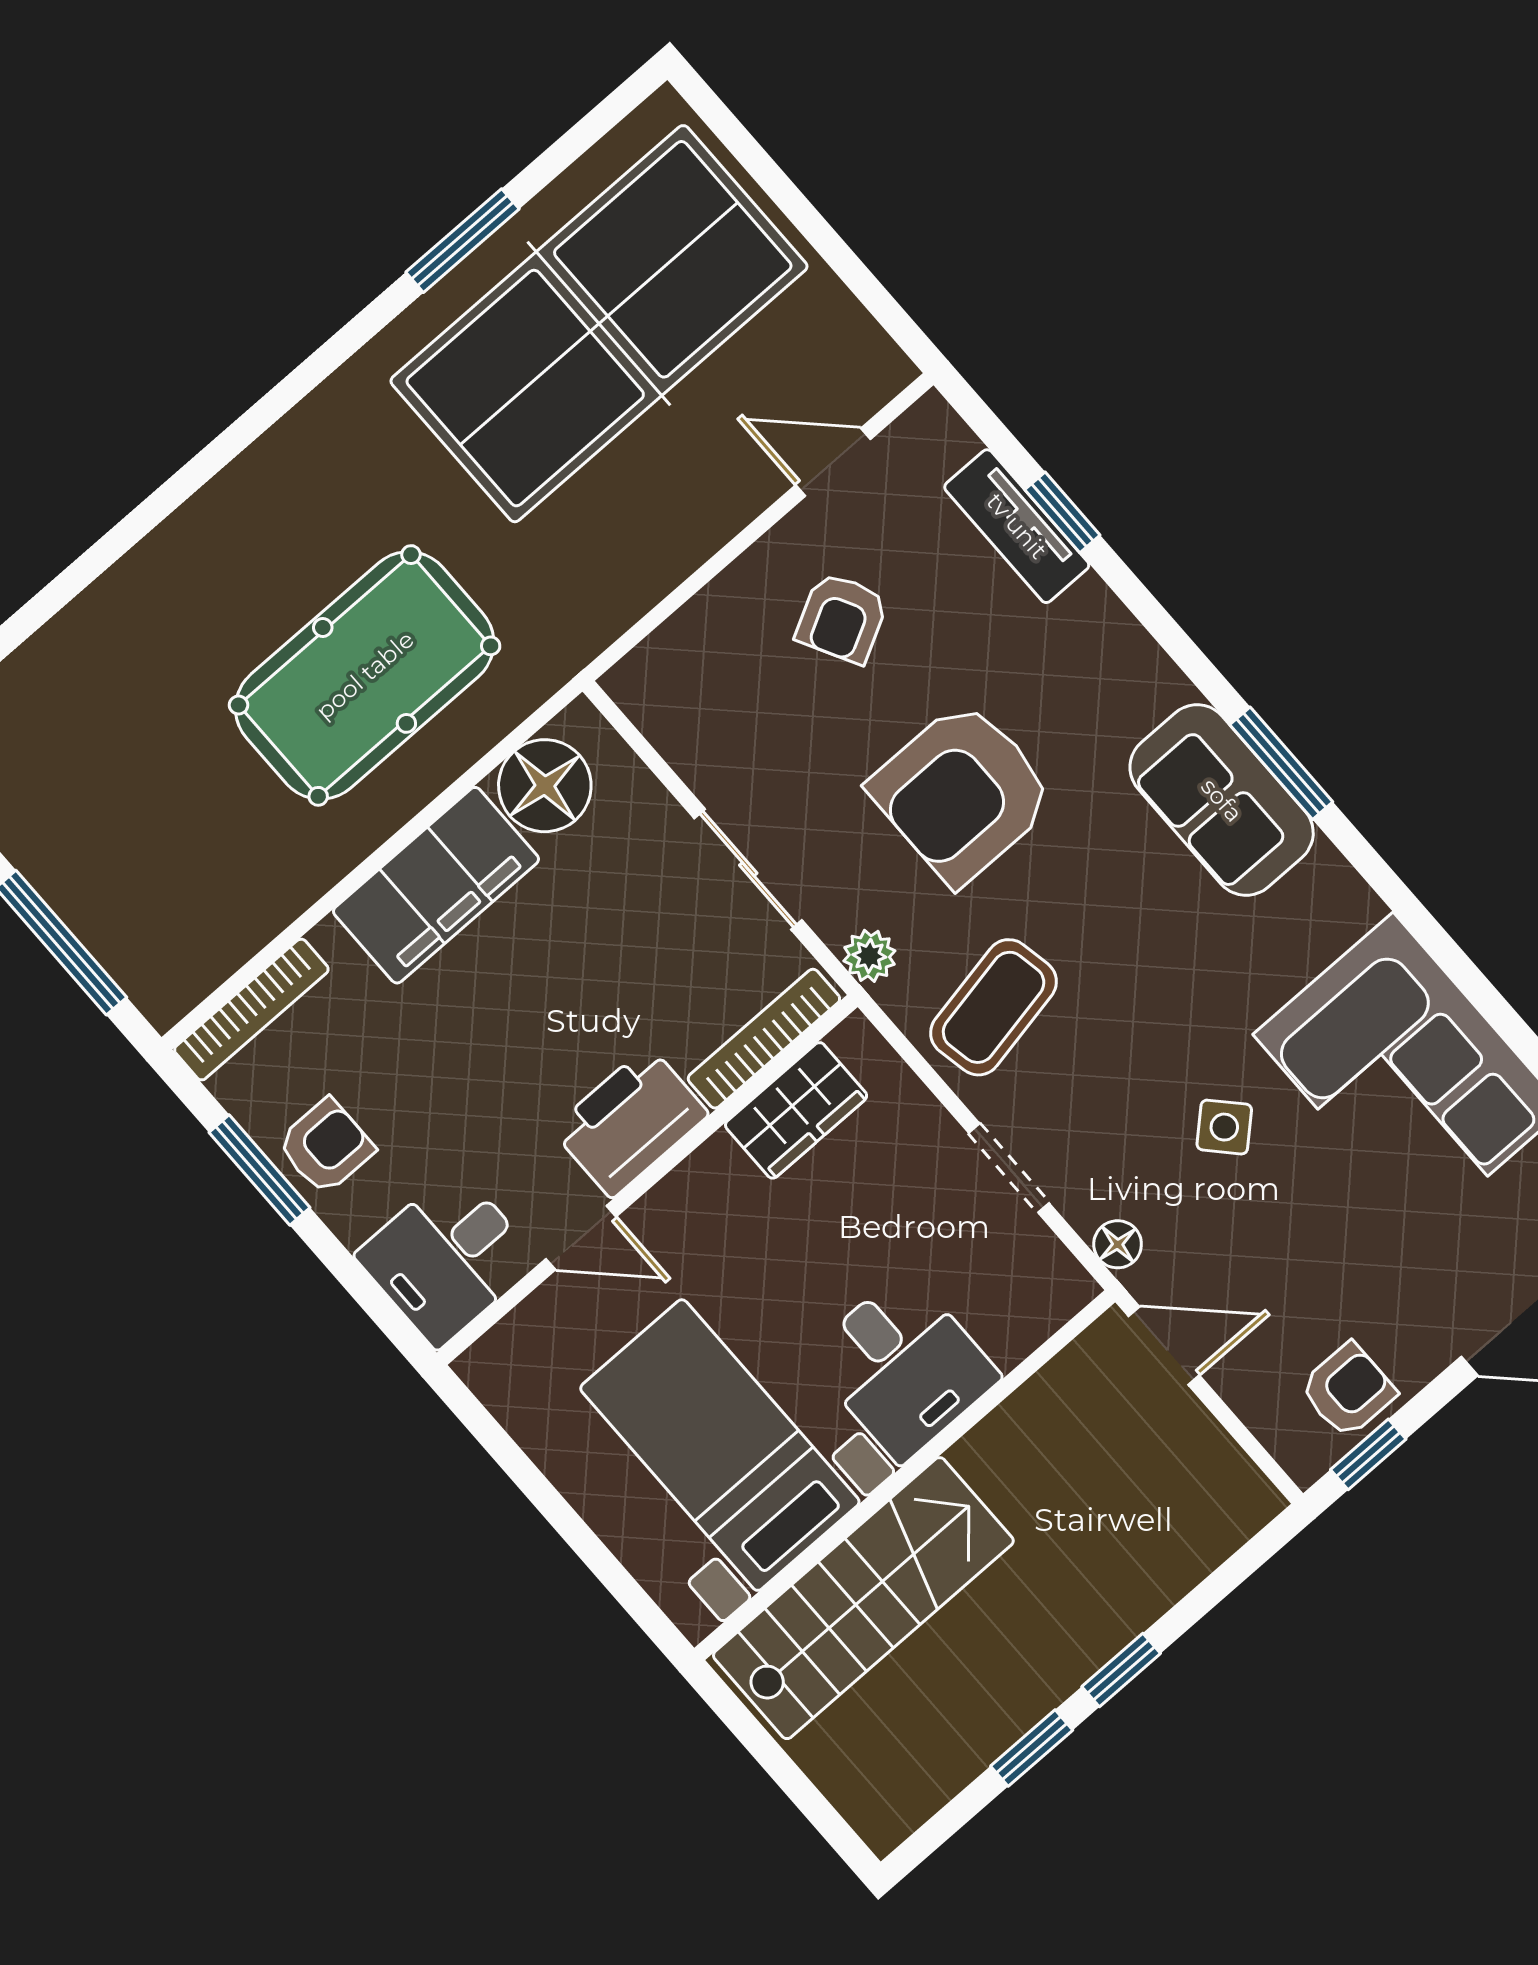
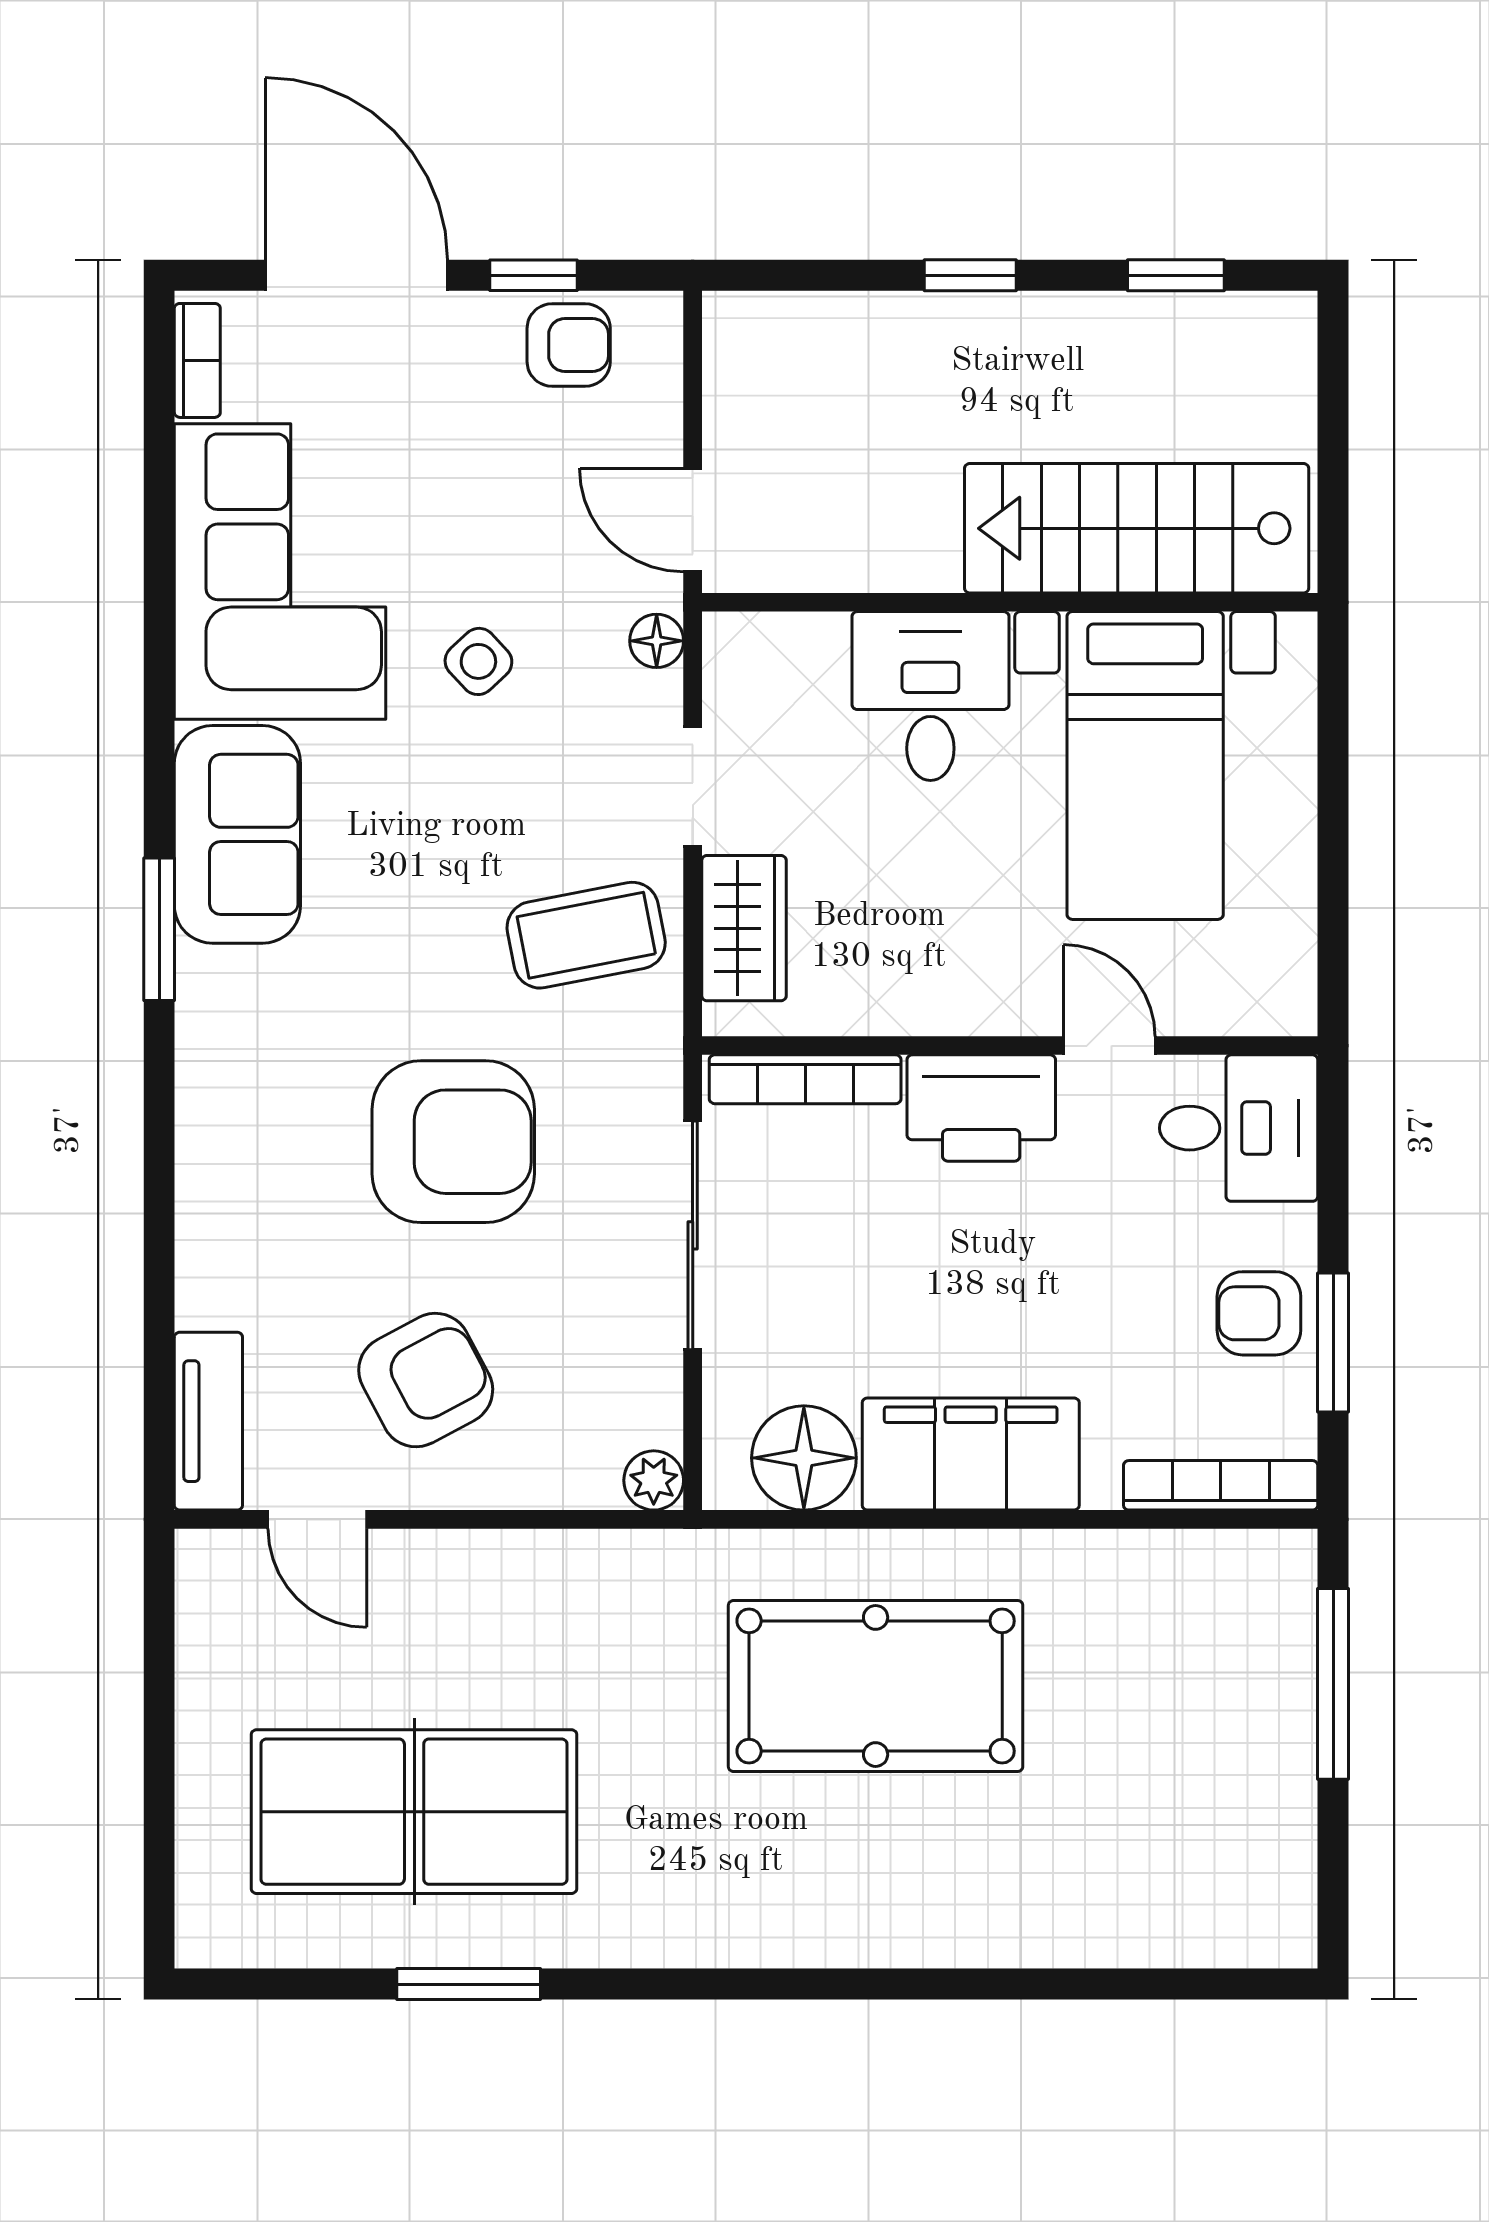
table tennis table: (599, 324) -> (414, 1812), width x0.73, depth x0.76
window: (1062, 512) -> (159, 1306), removed
tv unit: (1017, 526) -> (208, 1421), moved
armchair: (842, 618) -> (426, 1380), width x1.38, depth x1.38
sofa: (1222, 800) -> (237, 834), moved
sliding door: (748, 869) -> (693, 1235), width x1.37
plant: (869, 956) -> (654, 1480), moved
wardrobe: (796, 1110) -> (744, 928), moved, turned 90
armchair: (1348, 1390) -> (569, 345), turned 180
window: (1368, 1454) -> (534, 275), moved
window: (1032, 1748) -> (1176, 275), moved

